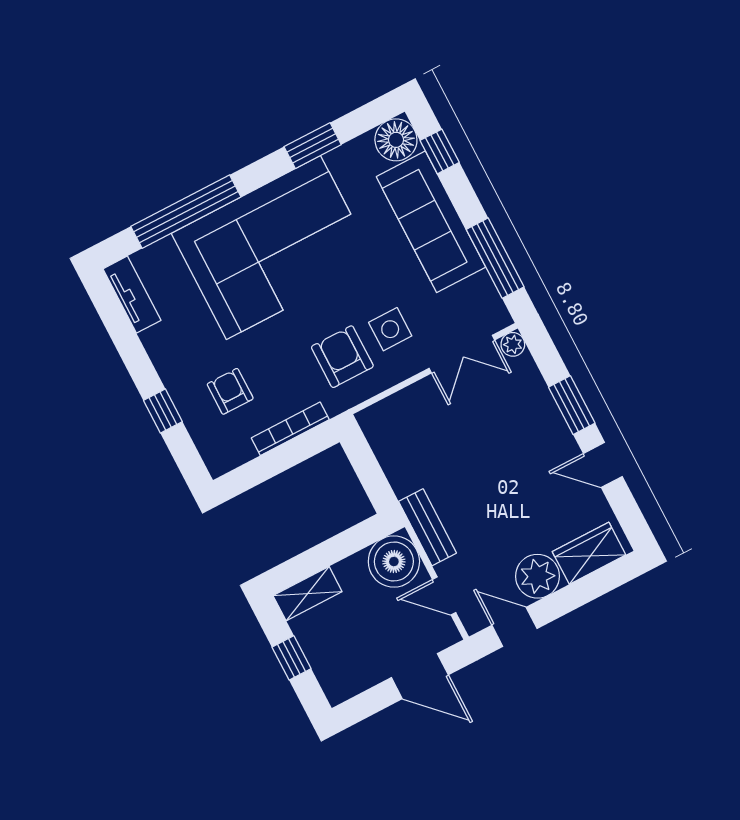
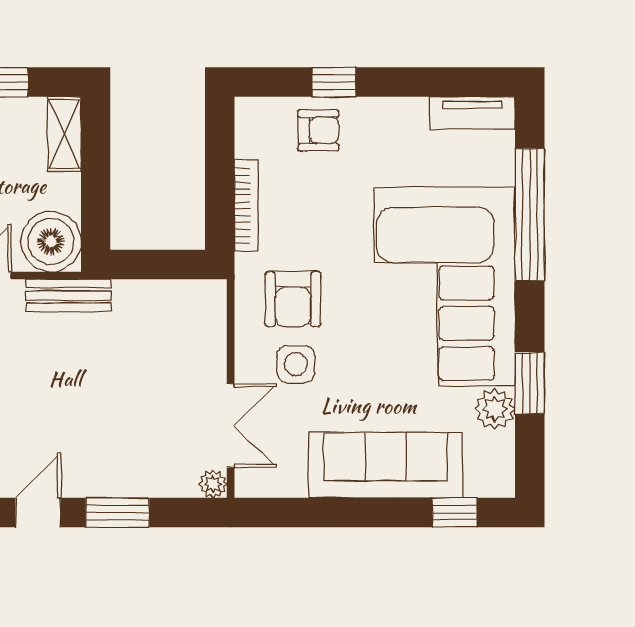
floor lamp: (396, 140) -> (490, 473), removed
plant: (346, 162) -> (495, 409), added
window: (495, 258) -> (313, 513), removed
double door: (462, 354) -> (231, 426), swing flipped
armchair: (342, 357) -> (293, 299), turned 90
armchair: (230, 391) -> (318, 130), moved

